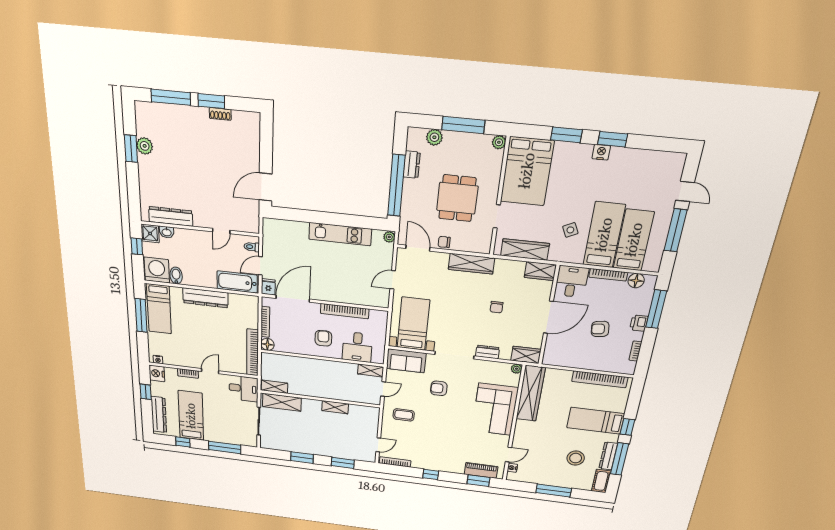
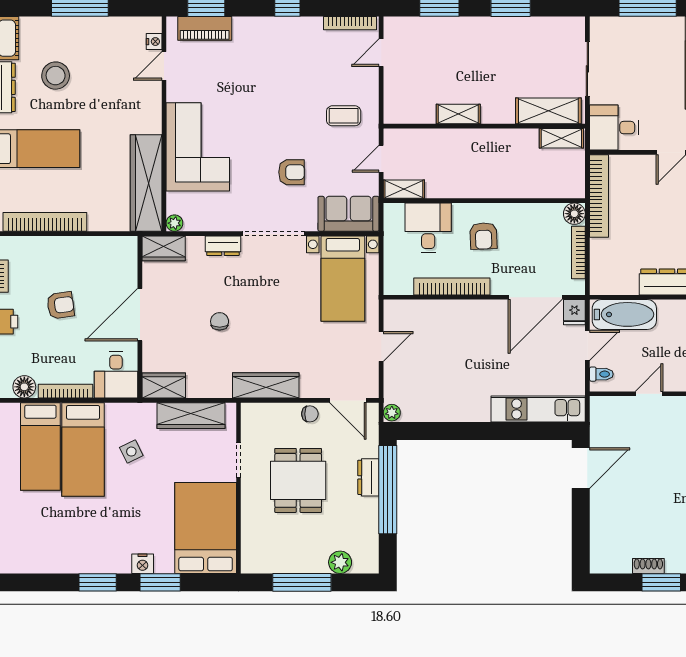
plant: (499, 142) -> (250, 564), removed
nightstand: (601, 152) -> (143, 564), moved
dresser: (412, 165) -> (368, 477), moved
kitchen unit: (340, 234) -> (538, 409), moved

